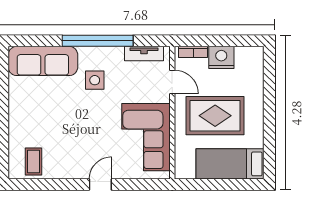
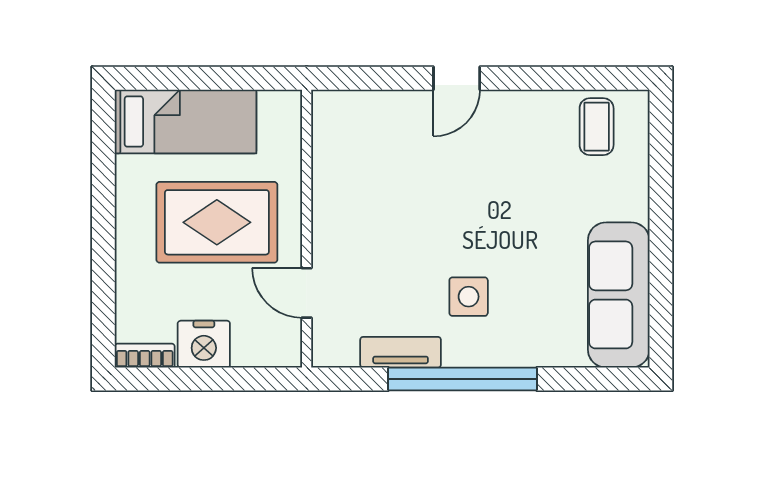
bookcase: (193, 52) -> (145, 356), moved
tv unit: (144, 54) -> (401, 352), moved
sofa: (43, 61) -> (619, 295), moved, turned -90
corner sofa: (146, 137) -> (361, 177), removed

